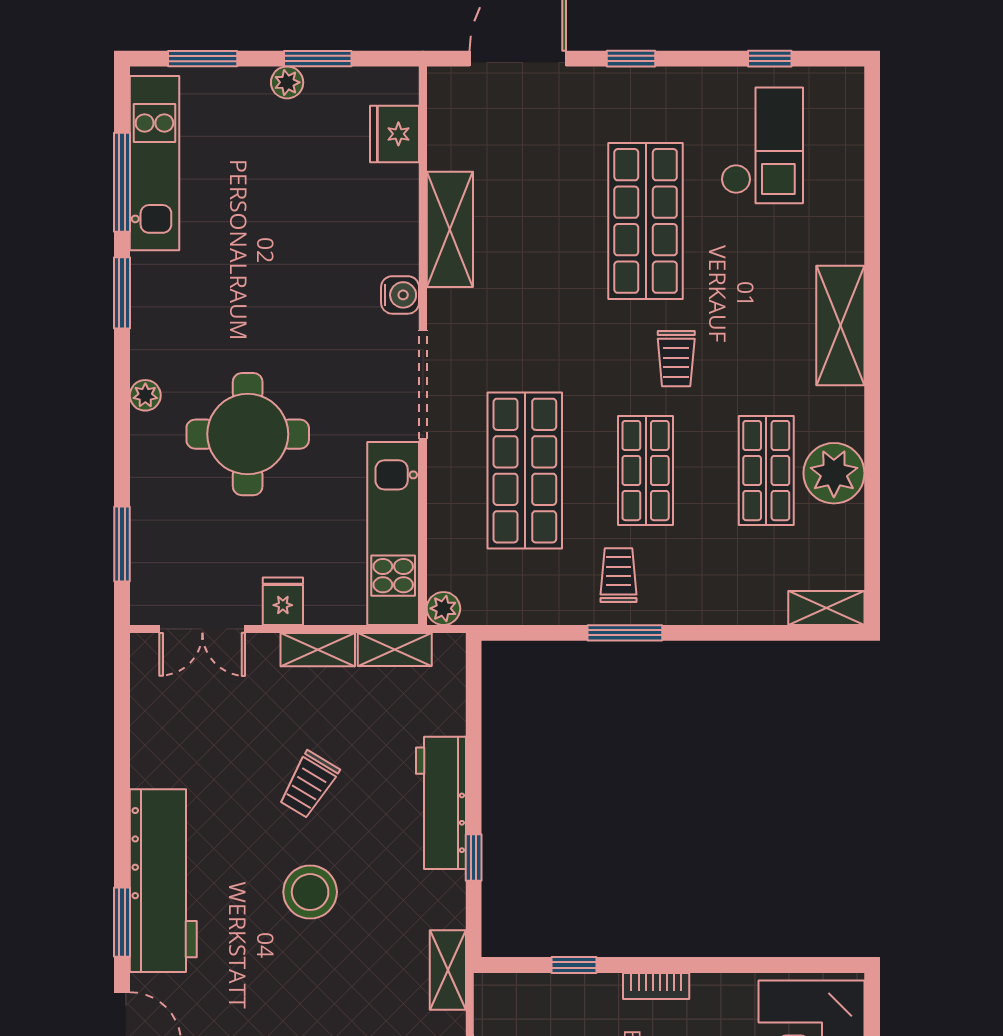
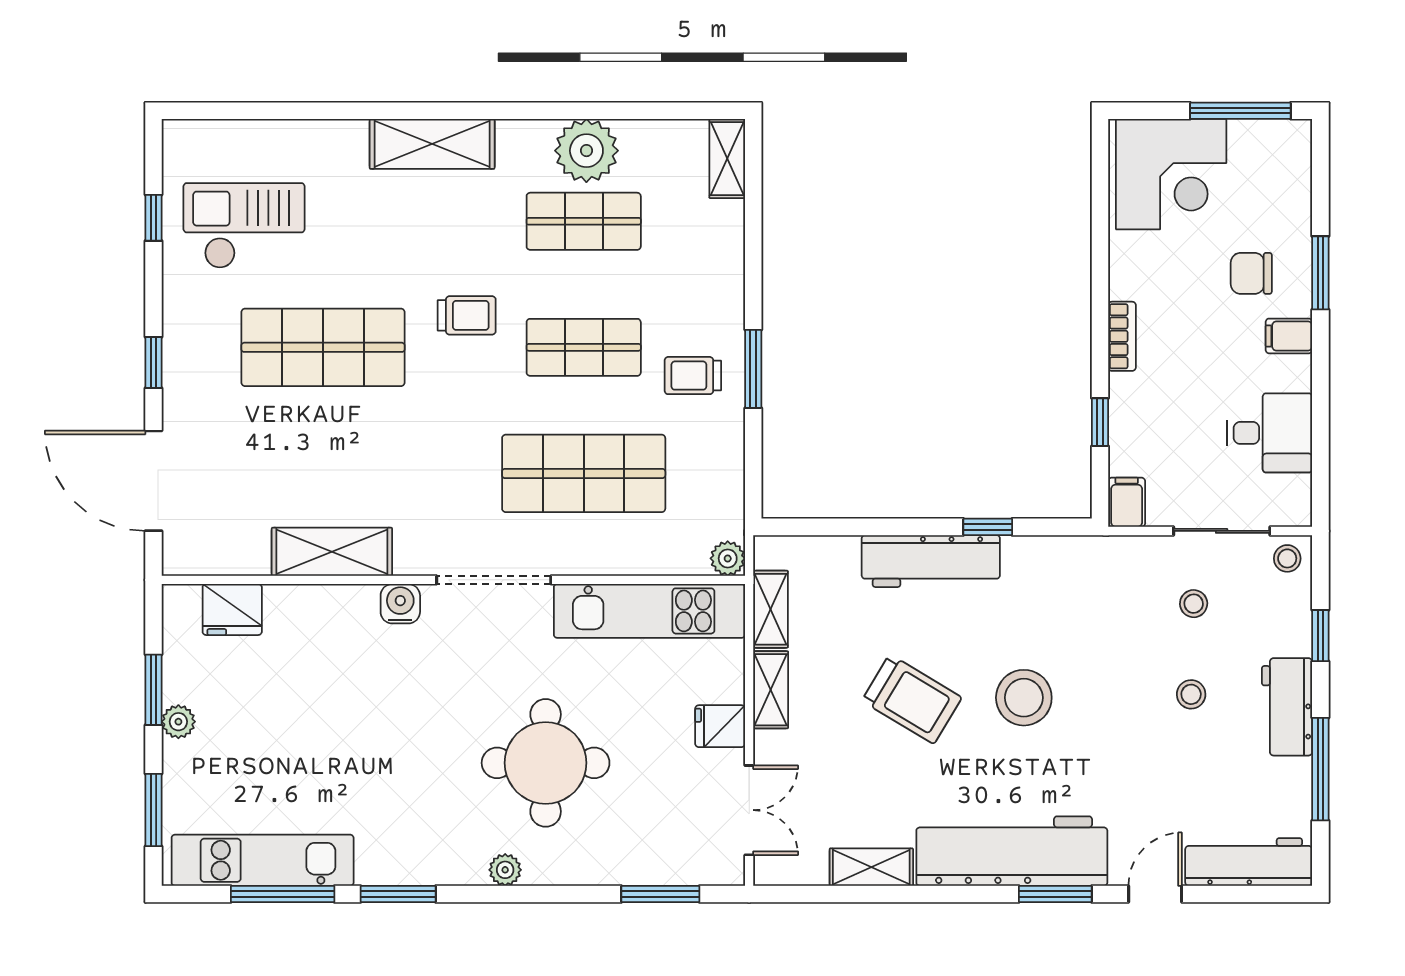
trolley: (309, 785) -> (912, 699), width x1.36, depth x1.39
shelving: (448, 970) -> (871, 867), moved
filing cabinet: (497, 990) -> (1127, 502), added

